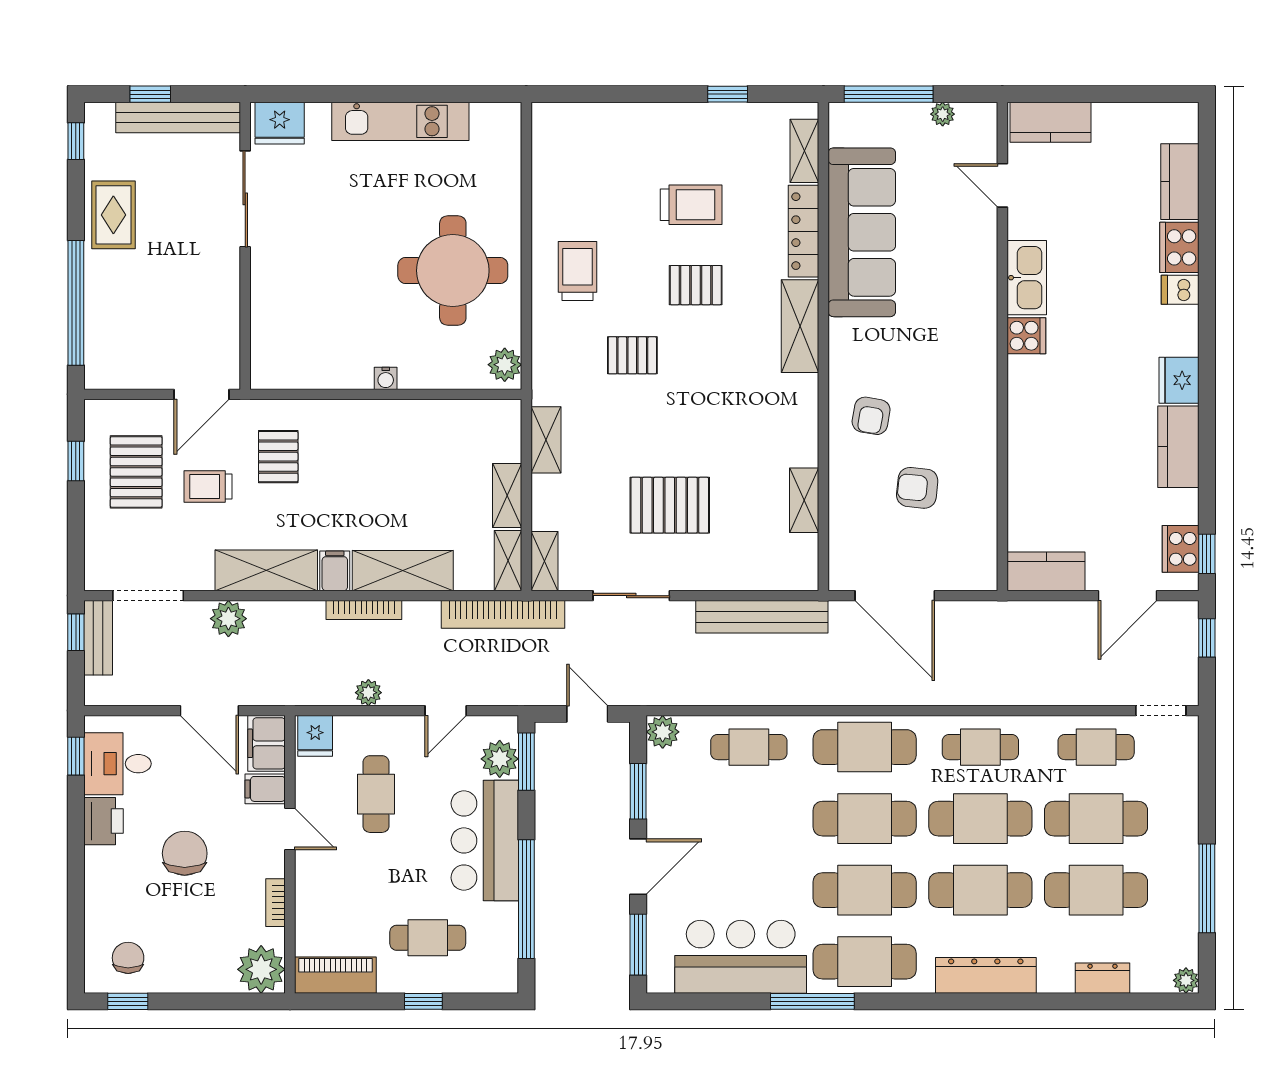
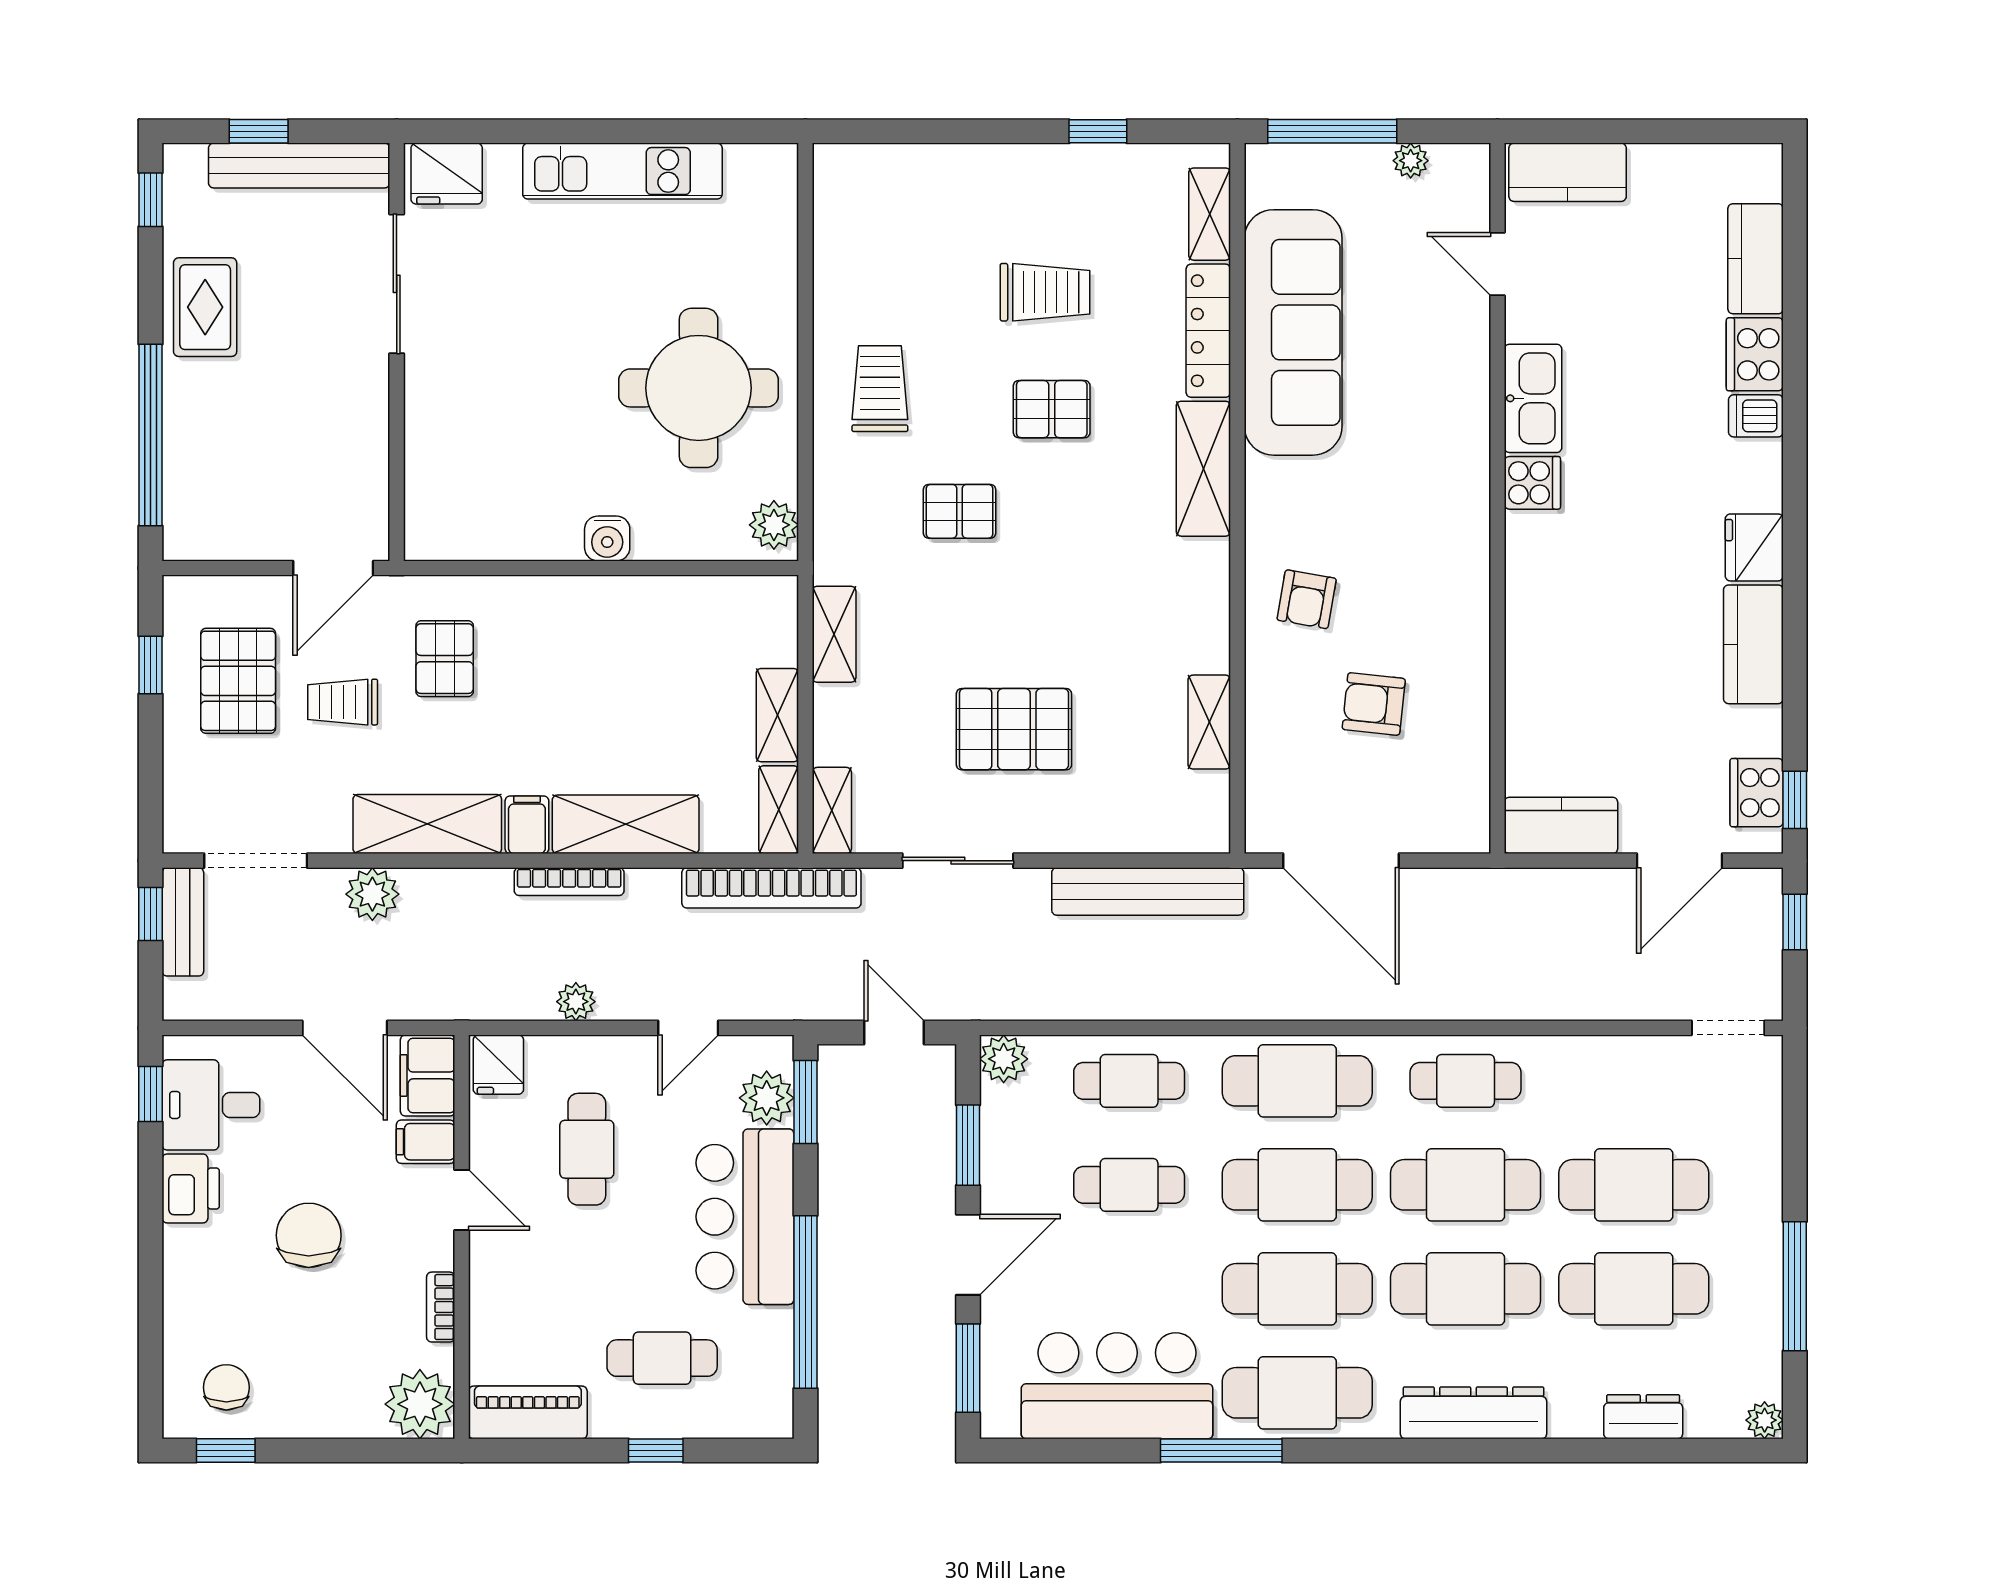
water cooler: (386, 378) -> (607, 538), width x1.38, depth x1.38
cafe table: (1096, 747) -> (1129, 1185), moved

